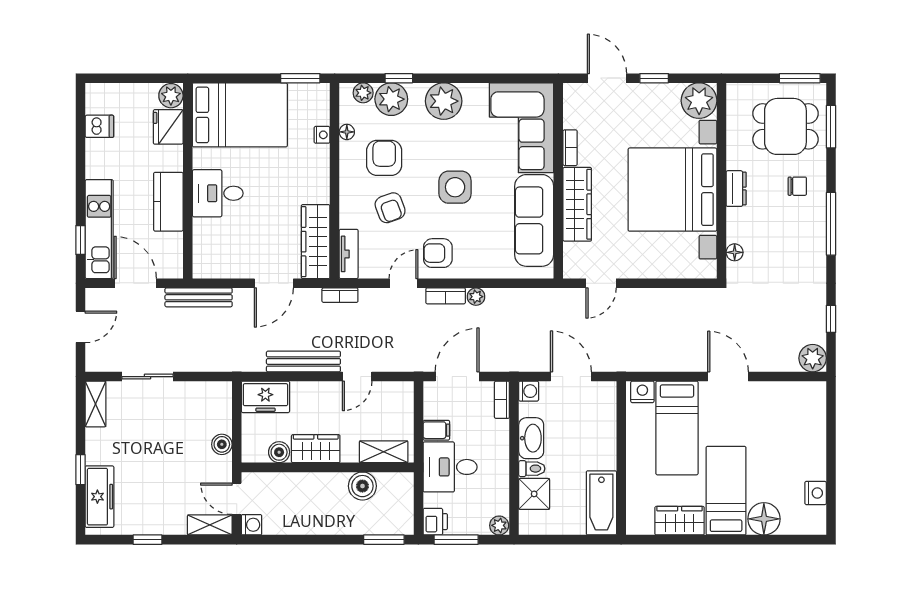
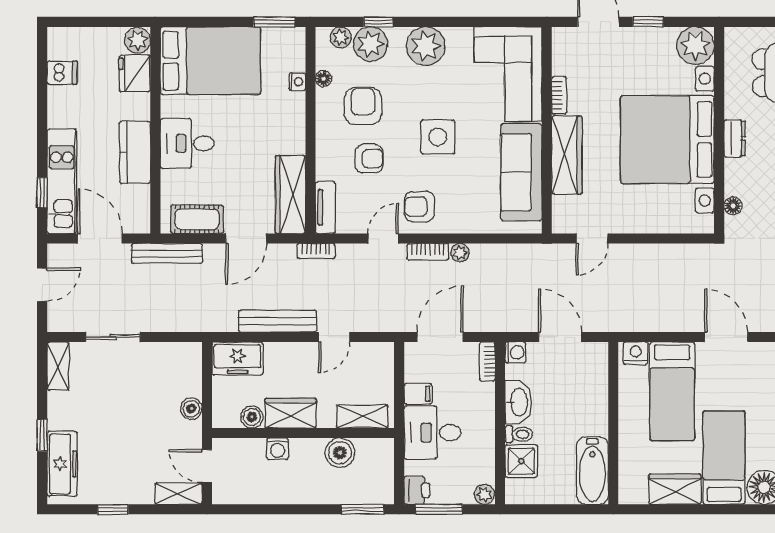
armchair: (390, 208) -> (369, 159), turned -70
cot: (227, 265) -> (197, 219), added
washing machine: (252, 525) -> (278, 449), moved, turned 90

